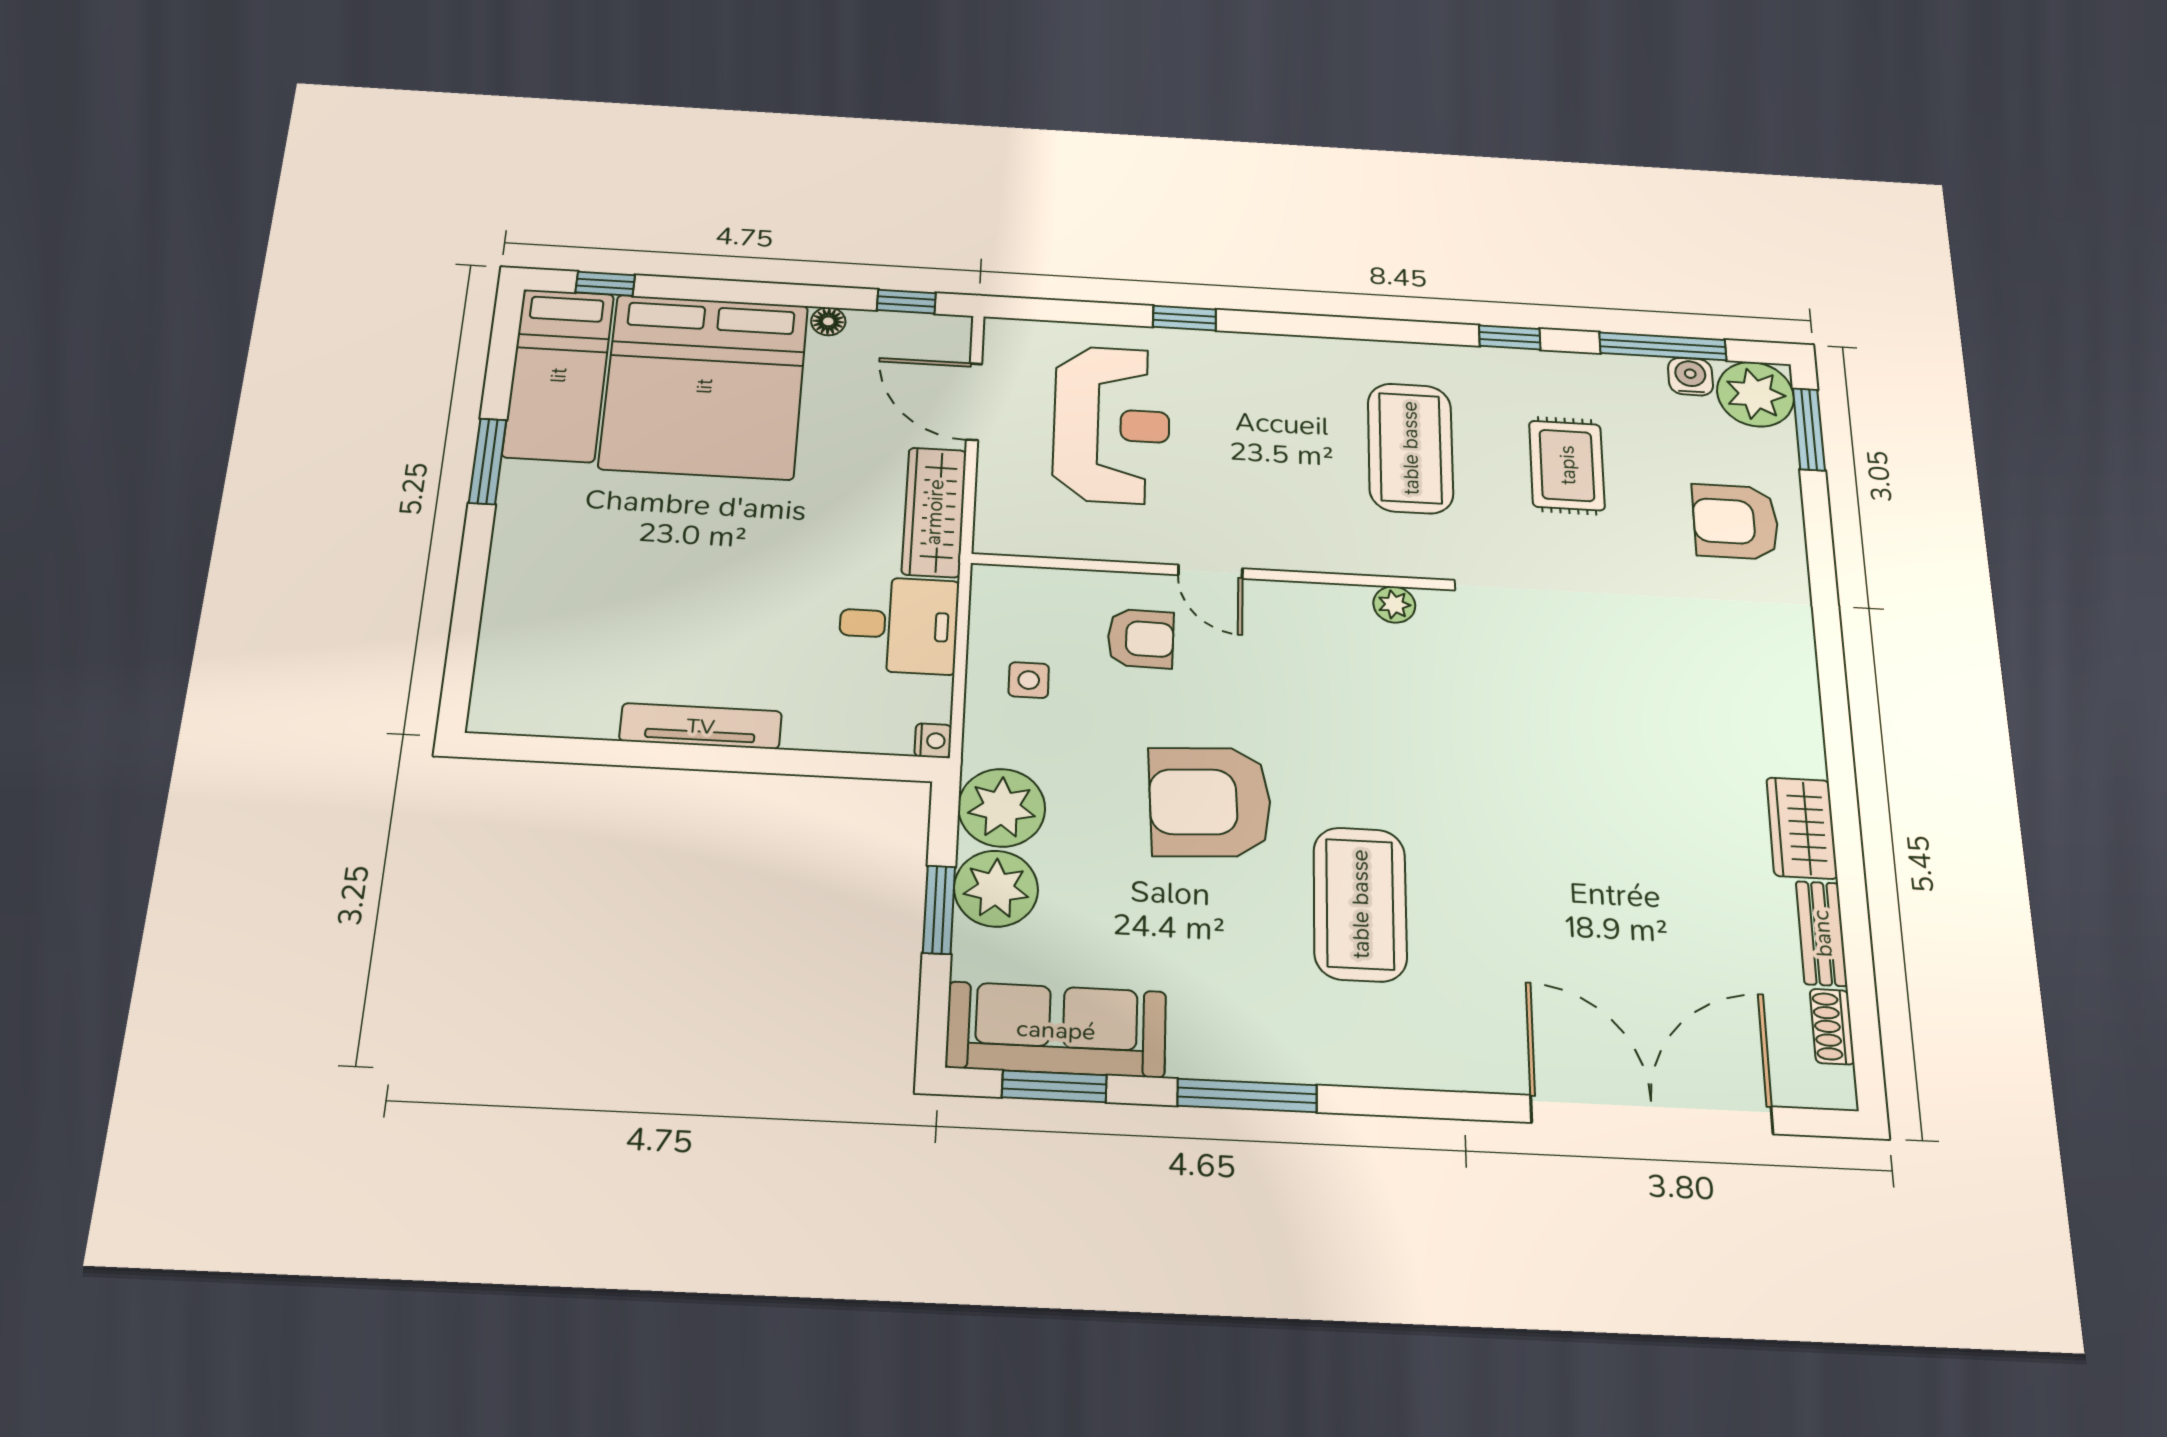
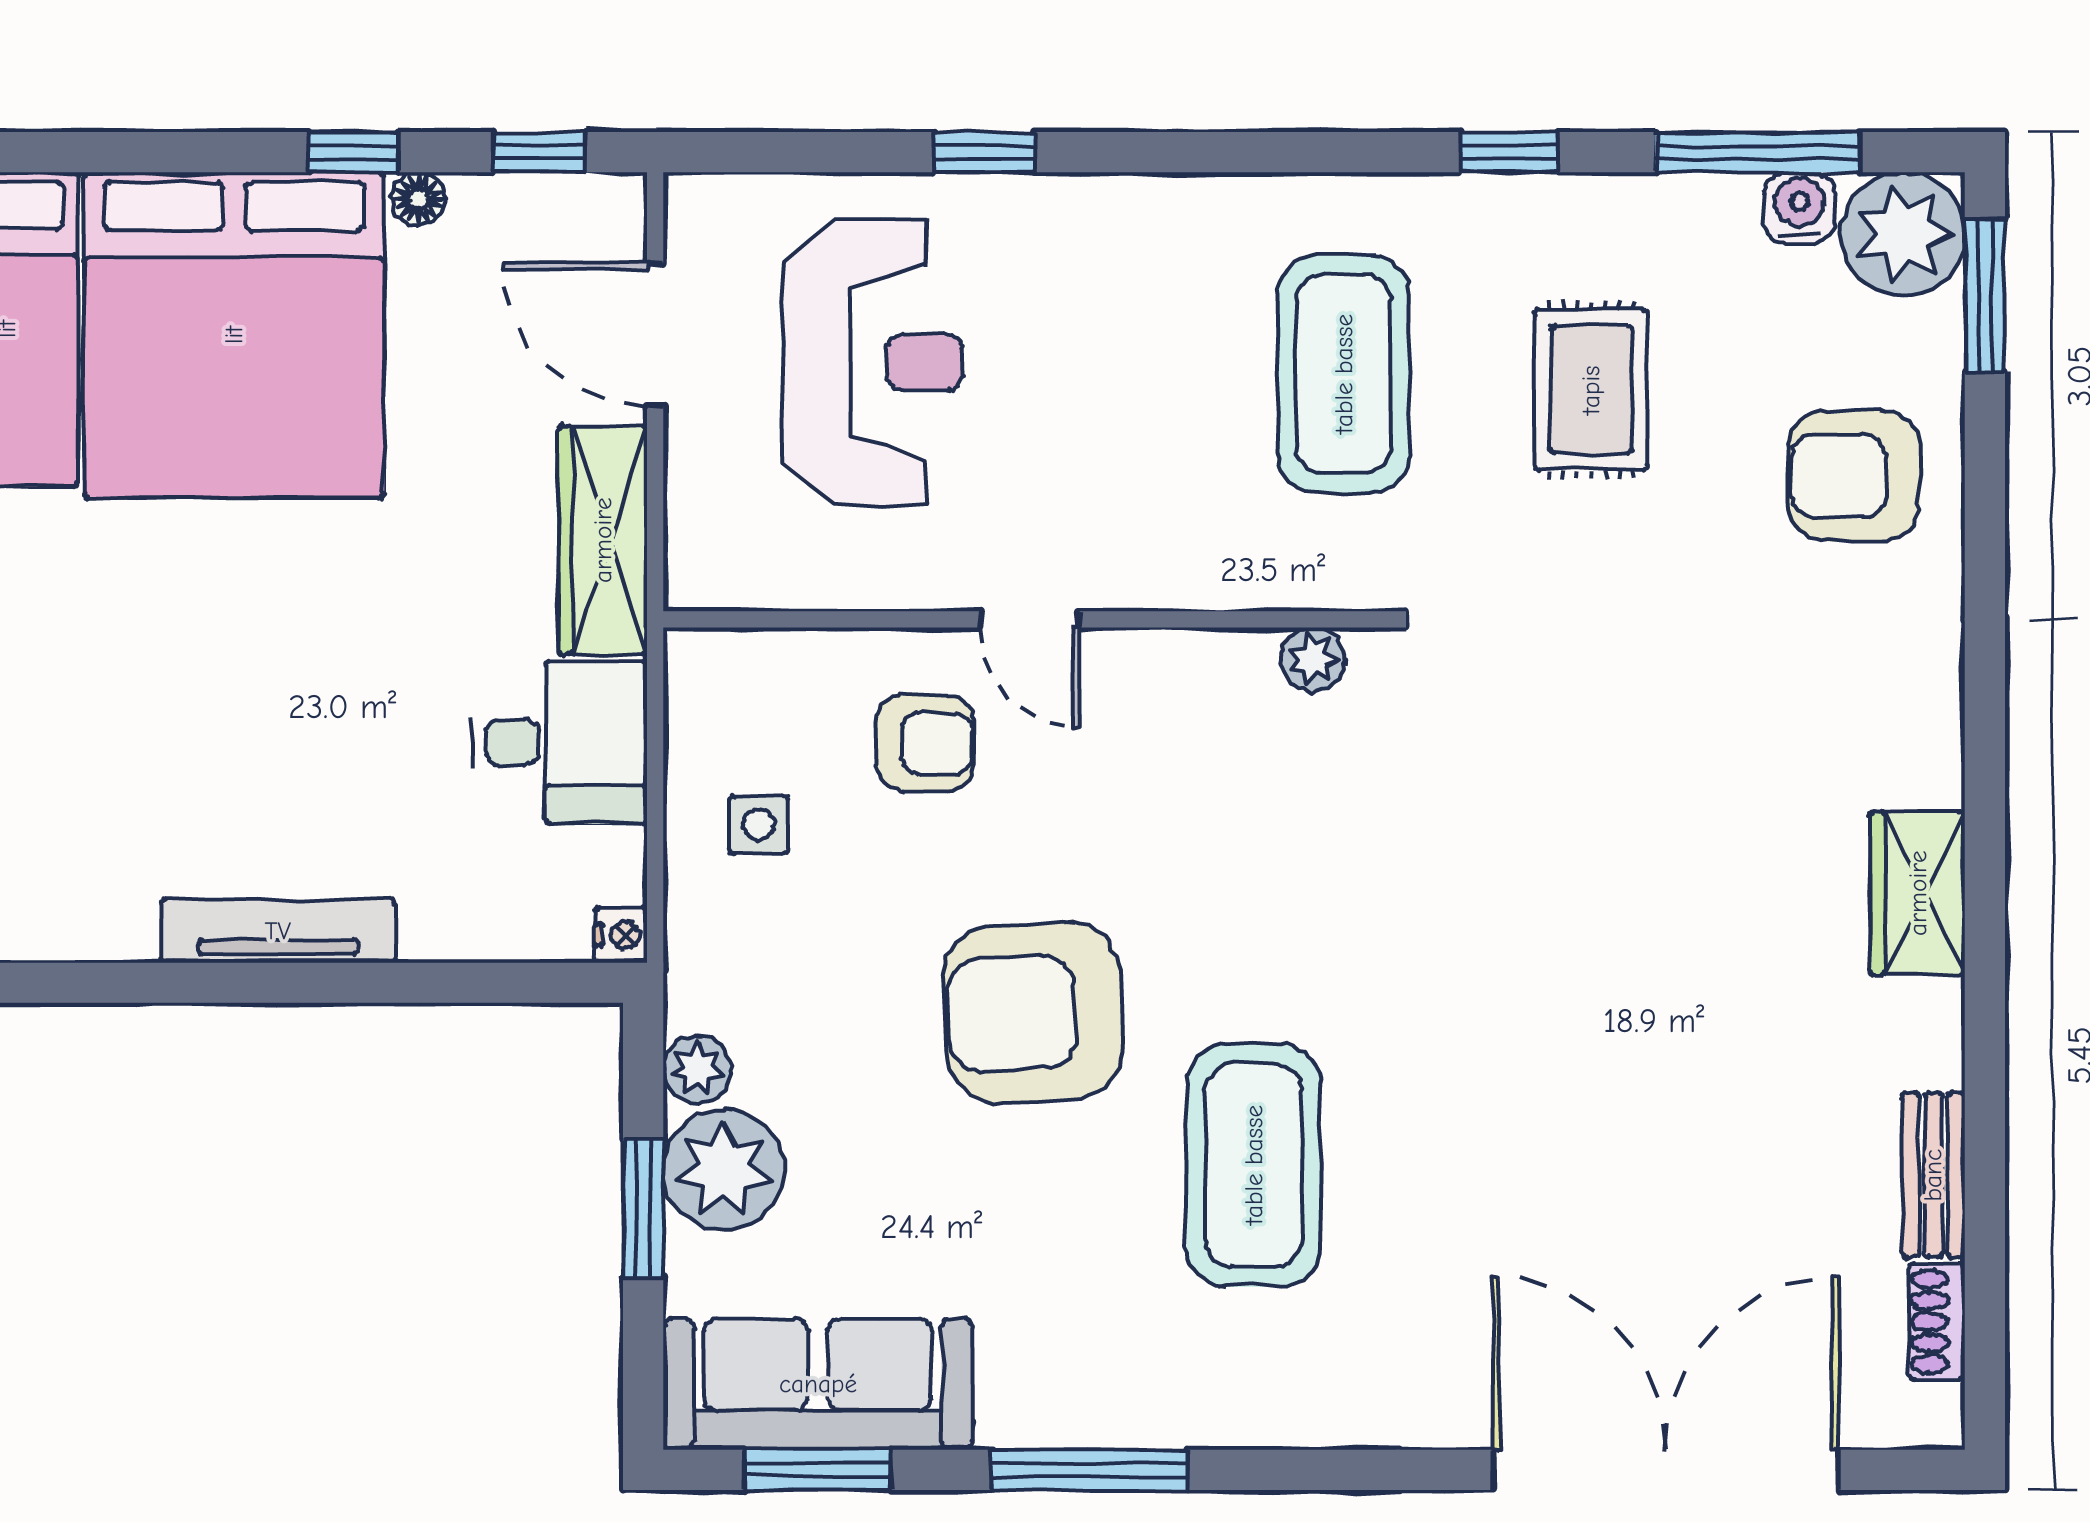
window: (605, 284) -> (354, 152), moved
plant: (1002, 808) -> (697, 1069), width x0.53, depth x0.53
wardrobe: (1802, 828) -> (1918, 893), moved

